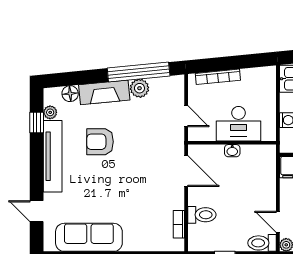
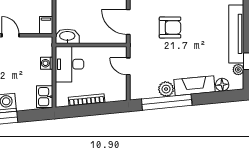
bookcase: (218, 77) -> (87, 100), moved
desk: (238, 124) -> (69, 64), moved, turned -90
armchair: (100, 142) -> (170, 27), moved
washbasin: (232, 151) -> (67, 36), moved, width x1.91, depth x1.45

